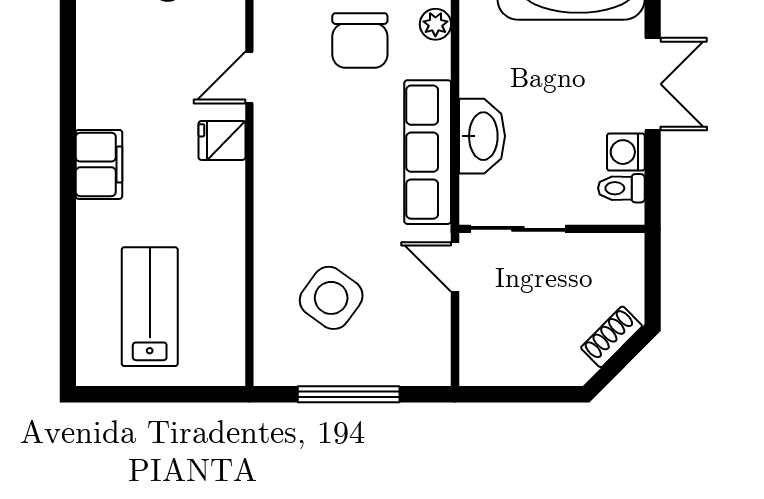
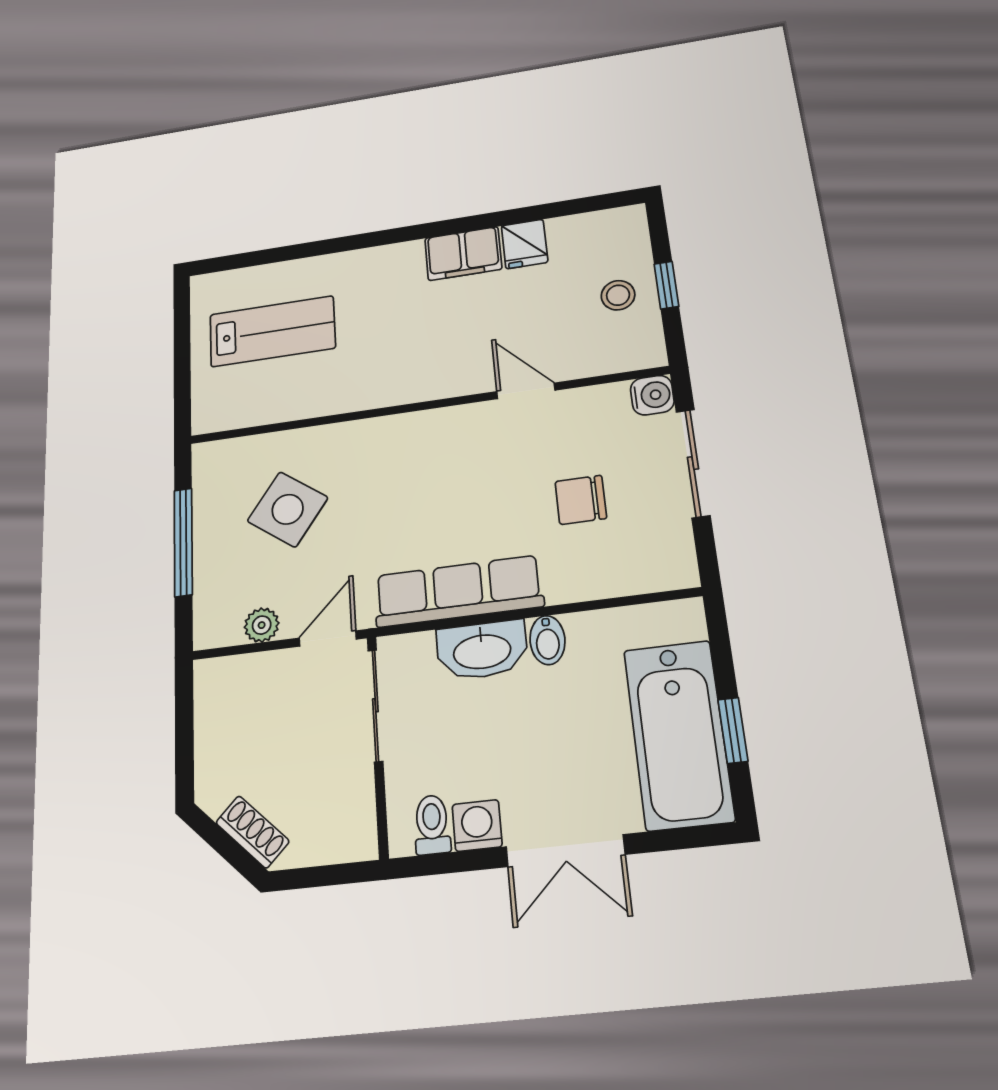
plant: (435, 24) -> (262, 625), moved
chair: (360, 41) -> (581, 500), width x0.73, depth x0.73
bidet: (480, 81) -> (547, 640), added
fridge: (222, 140) -> (525, 244), moved, turned 180
filing cabinet: (99, 164) -> (463, 254), moved

